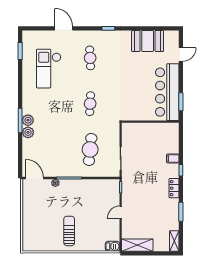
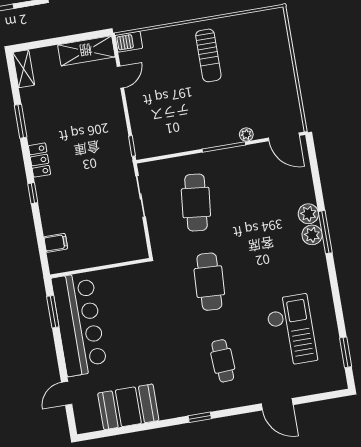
cafe table: (90, 104) -> (209, 282), width x1.37, depth x1.35
filing cabinet: (173, 158) -> (56, 243), moved
door: (121, 212) -> (120, 77), moved

